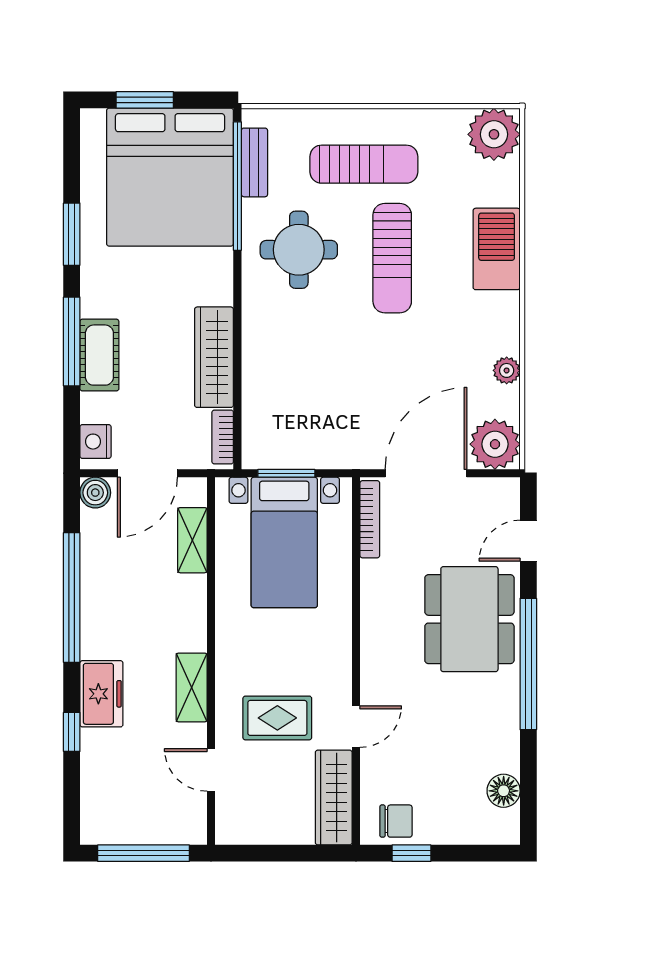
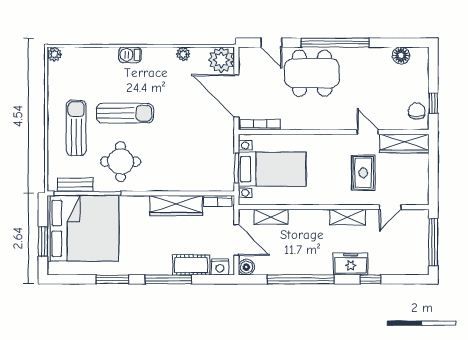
plant: (494, 134) -> (54, 54), width x0.53, depth x0.53
barbecue: (497, 249) -> (130, 55), width x0.53, depth x0.65
cot: (99, 355) -> (191, 265), moved

